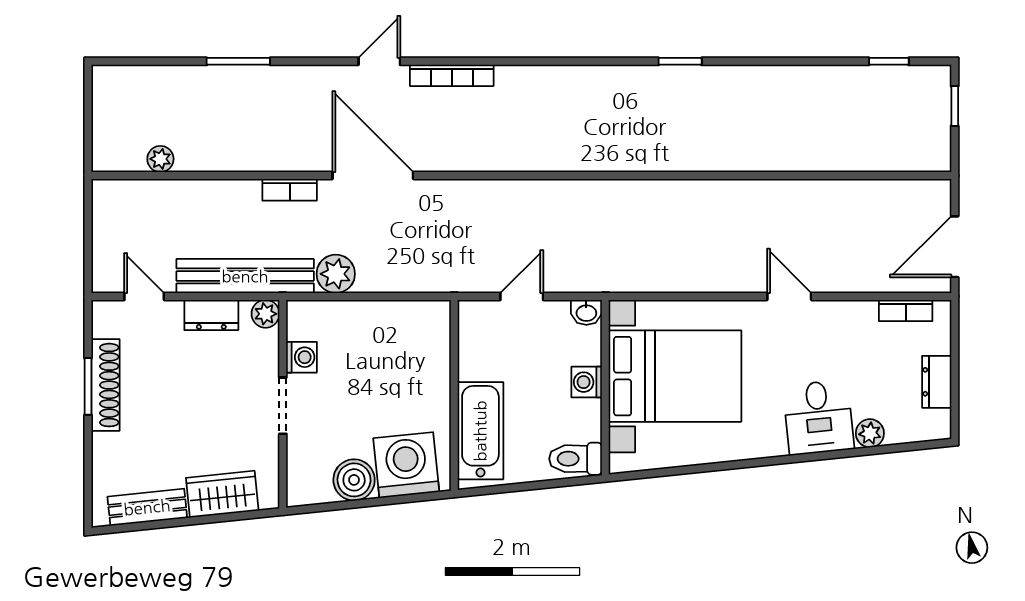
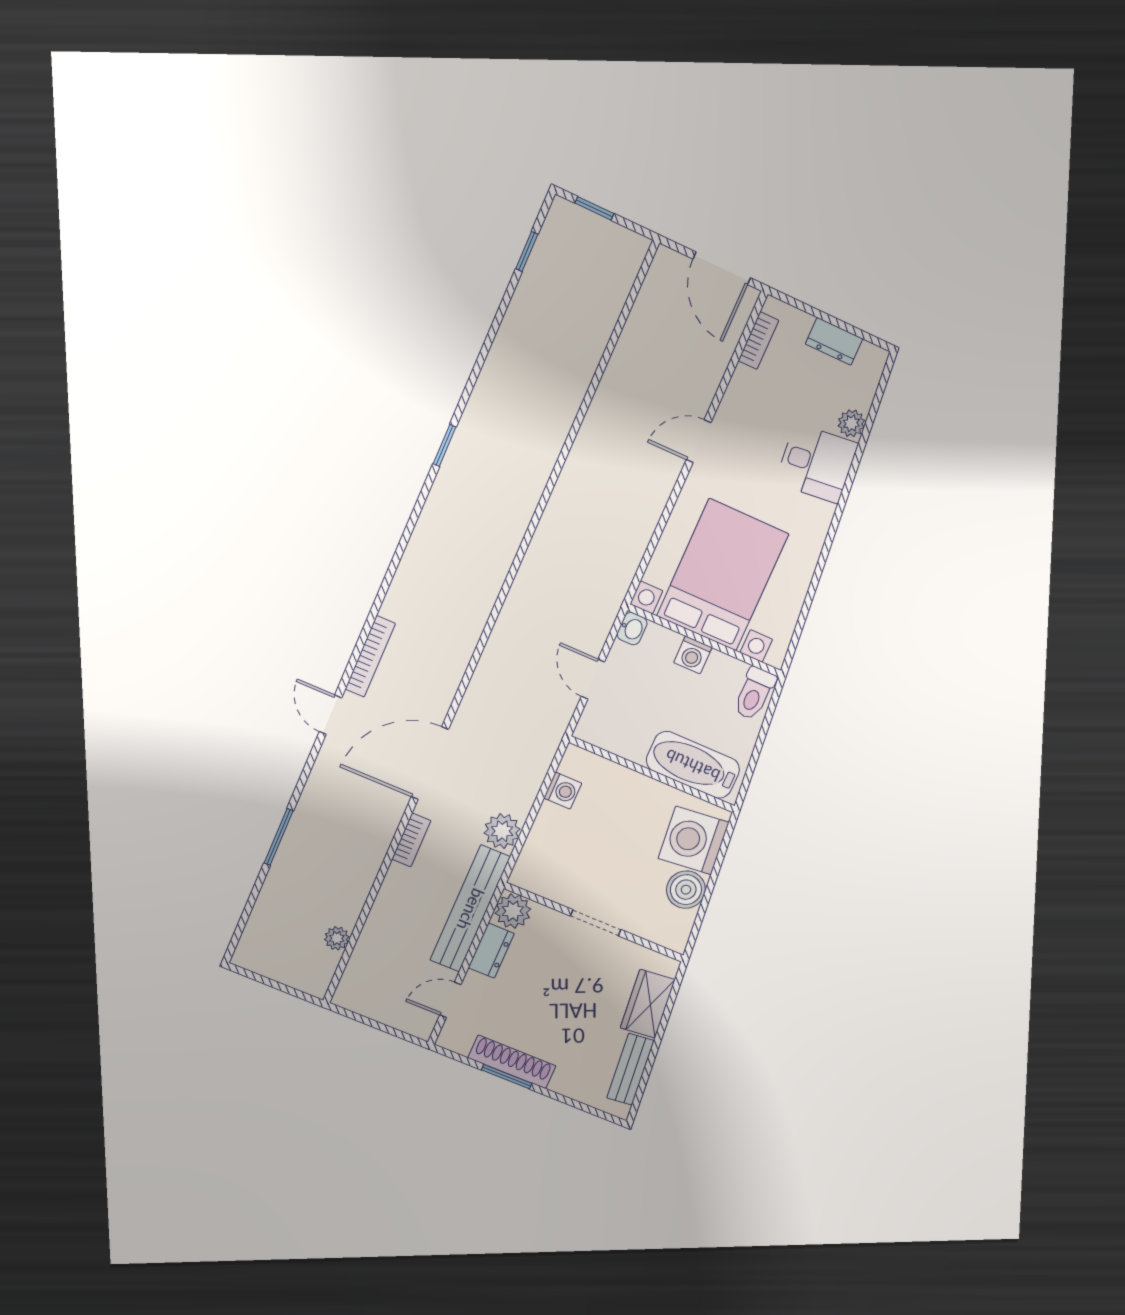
plant: (266, 314) -> (513, 911), width x1.38, depth x1.38
washing machine: (302, 357) -> (563, 791), moved, turned 90

